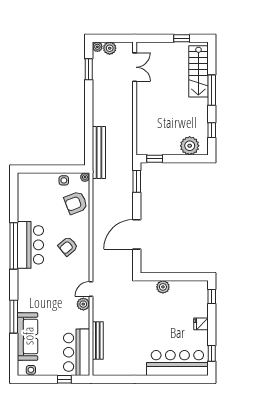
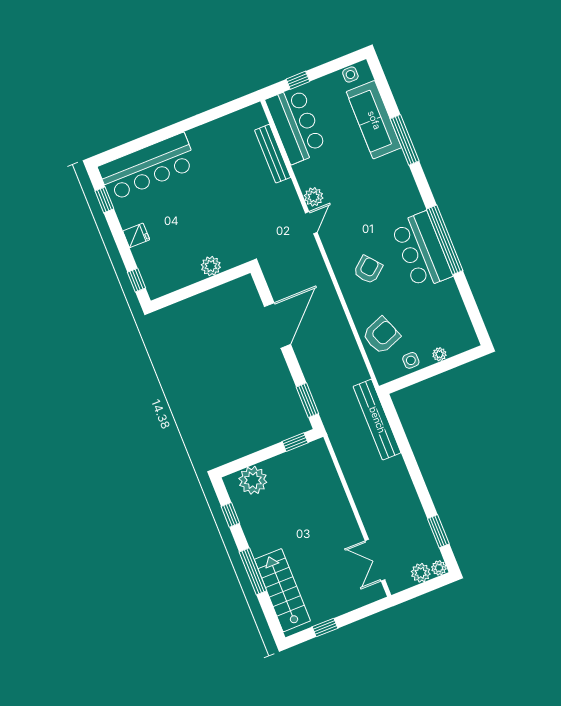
plant: (85, 177) -> (439, 354), moved

